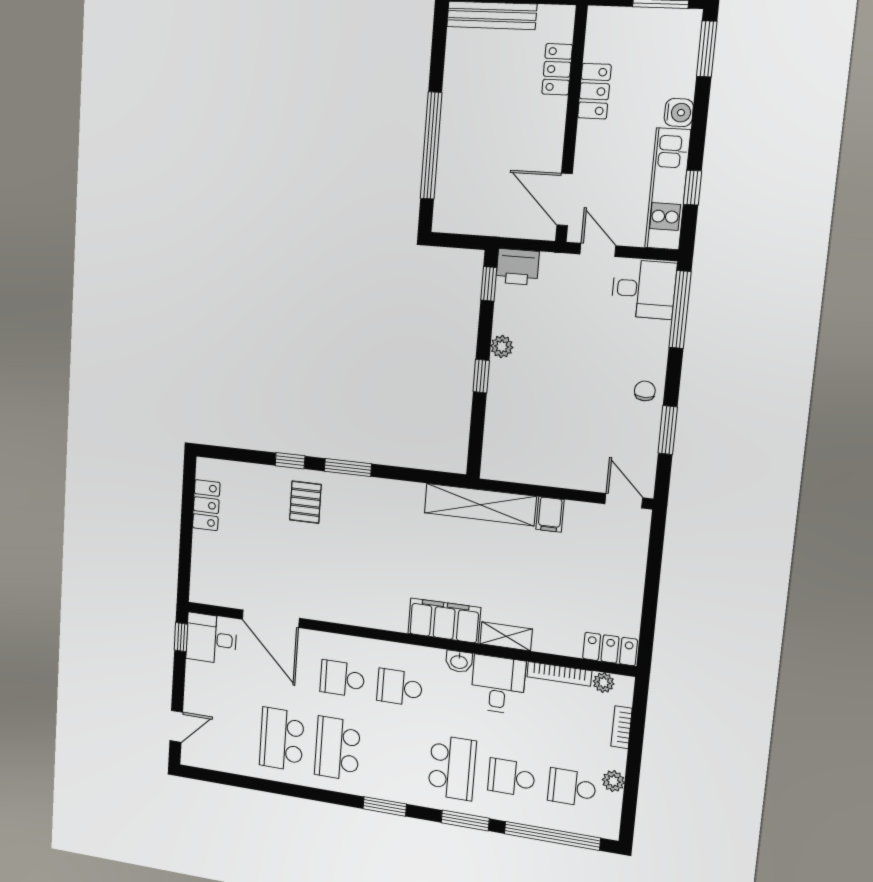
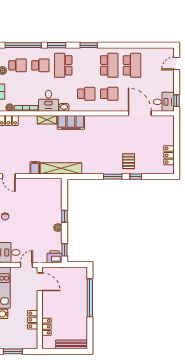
door: (598, 250) -> (26, 265), swing flipped

